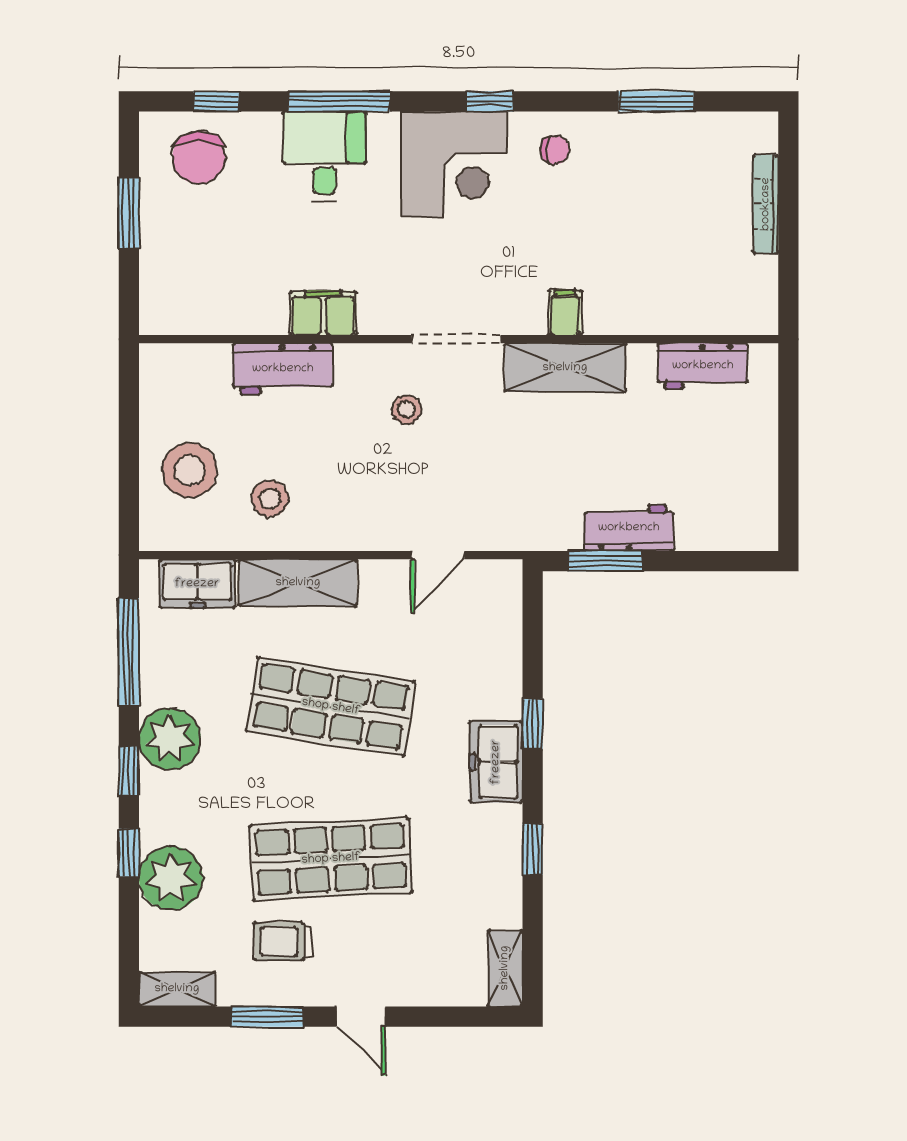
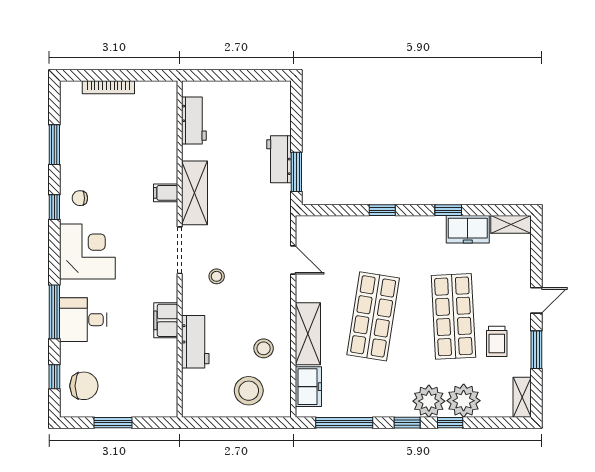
window: (490, 101) -> (54, 207), moved
chair: (555, 150) -> (80, 198), turned -90
plant: (170, 739) -> (429, 401), moved
freezer: (496, 762) -> (468, 229), moved

